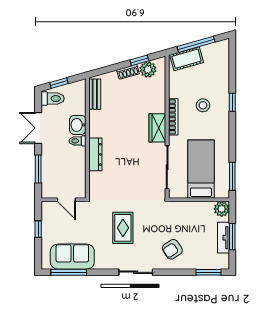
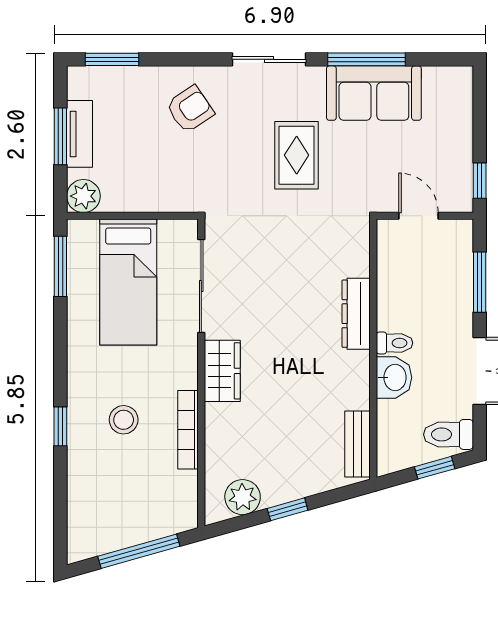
cot: (187, 59) -> (159, 520), removed
window: (139, 60) -> (288, 509), moved
shoe rack: (128, 72) -> (285, 492), removed
bookcase: (173, 117) -> (188, 430), moved
window: (38, 229) -> (480, 181), moved
sofa: (72, 257) -> (374, 93), moved
window: (69, 272) -> (366, 59), moved

